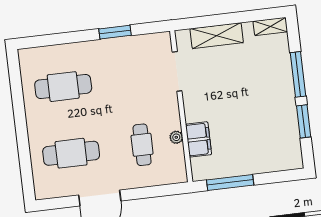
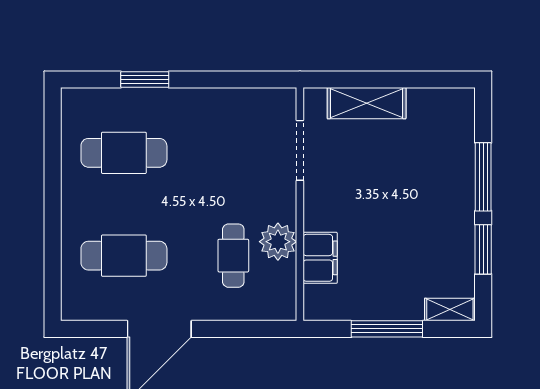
shelving: (270, 26) -> (450, 310), moved
window: (115, 32) -> (145, 79), moved
plant: (176, 137) -> (278, 242), width x1.87, depth x1.87
window: (230, 182) -> (387, 329), moved

